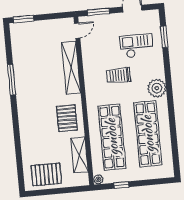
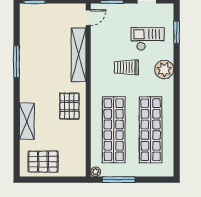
plant: (157, 88) -> (164, 69), moved
shelving: (79, 155) -> (27, 121), moved
window: (121, 185) -> (119, 180), width x2.17

